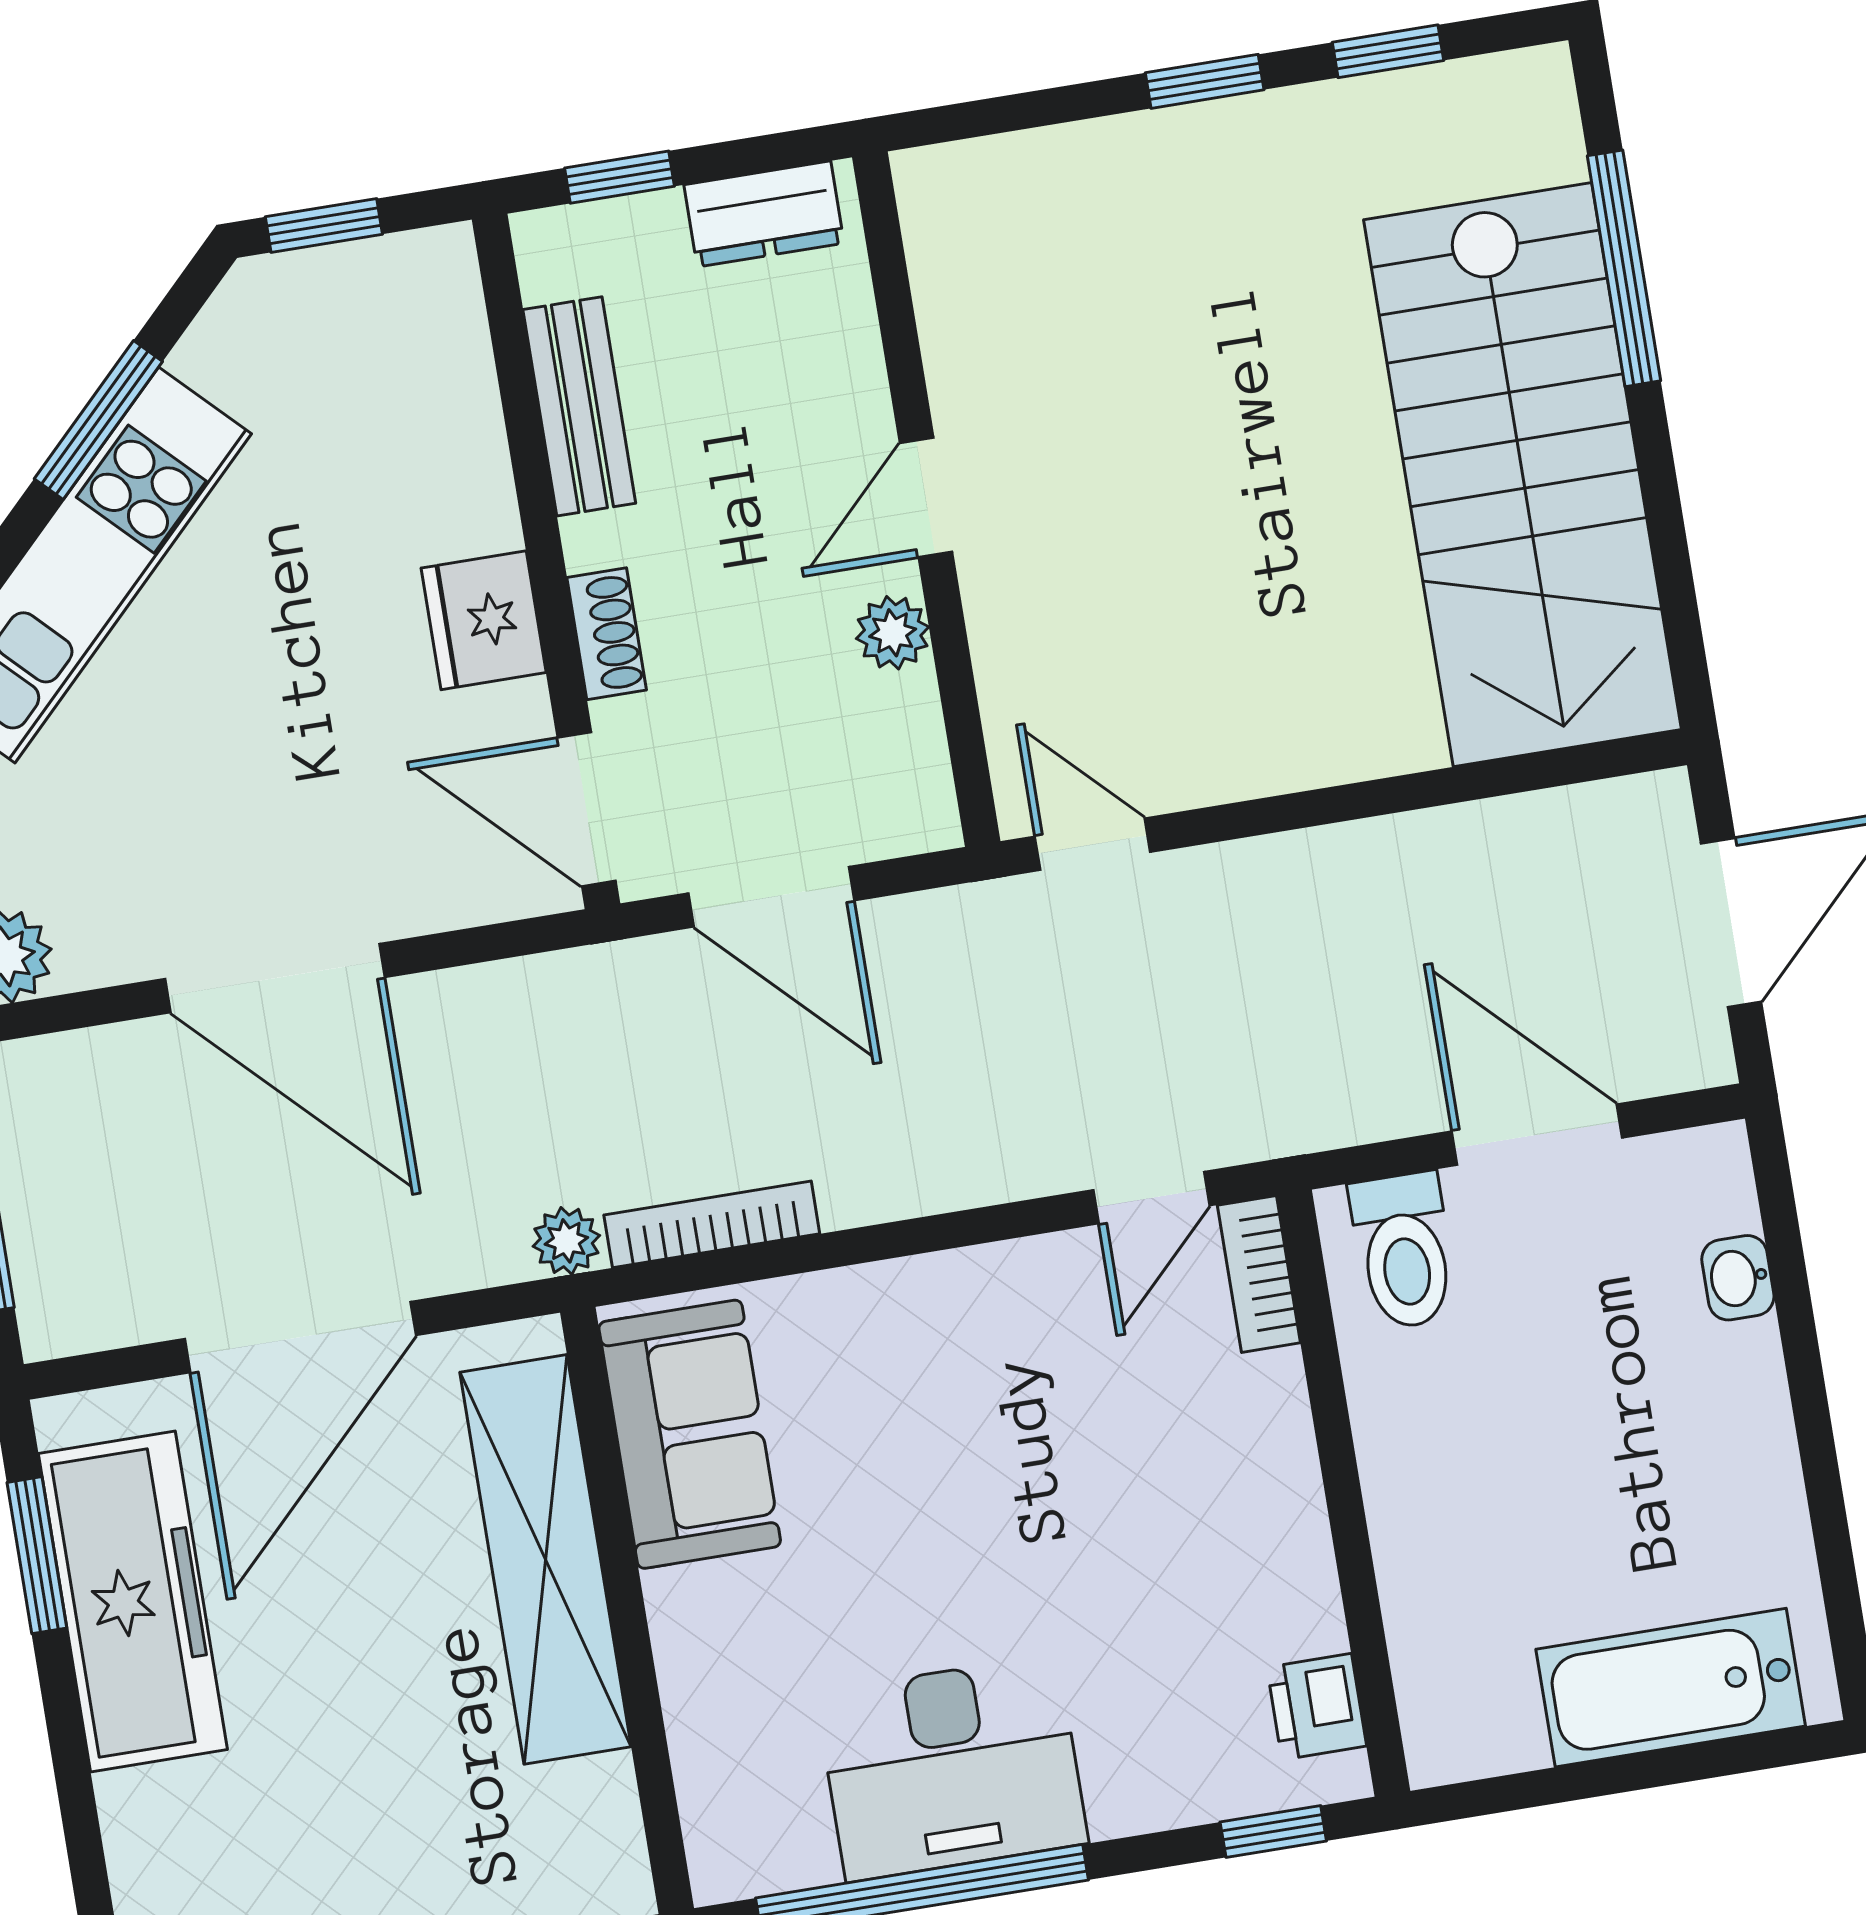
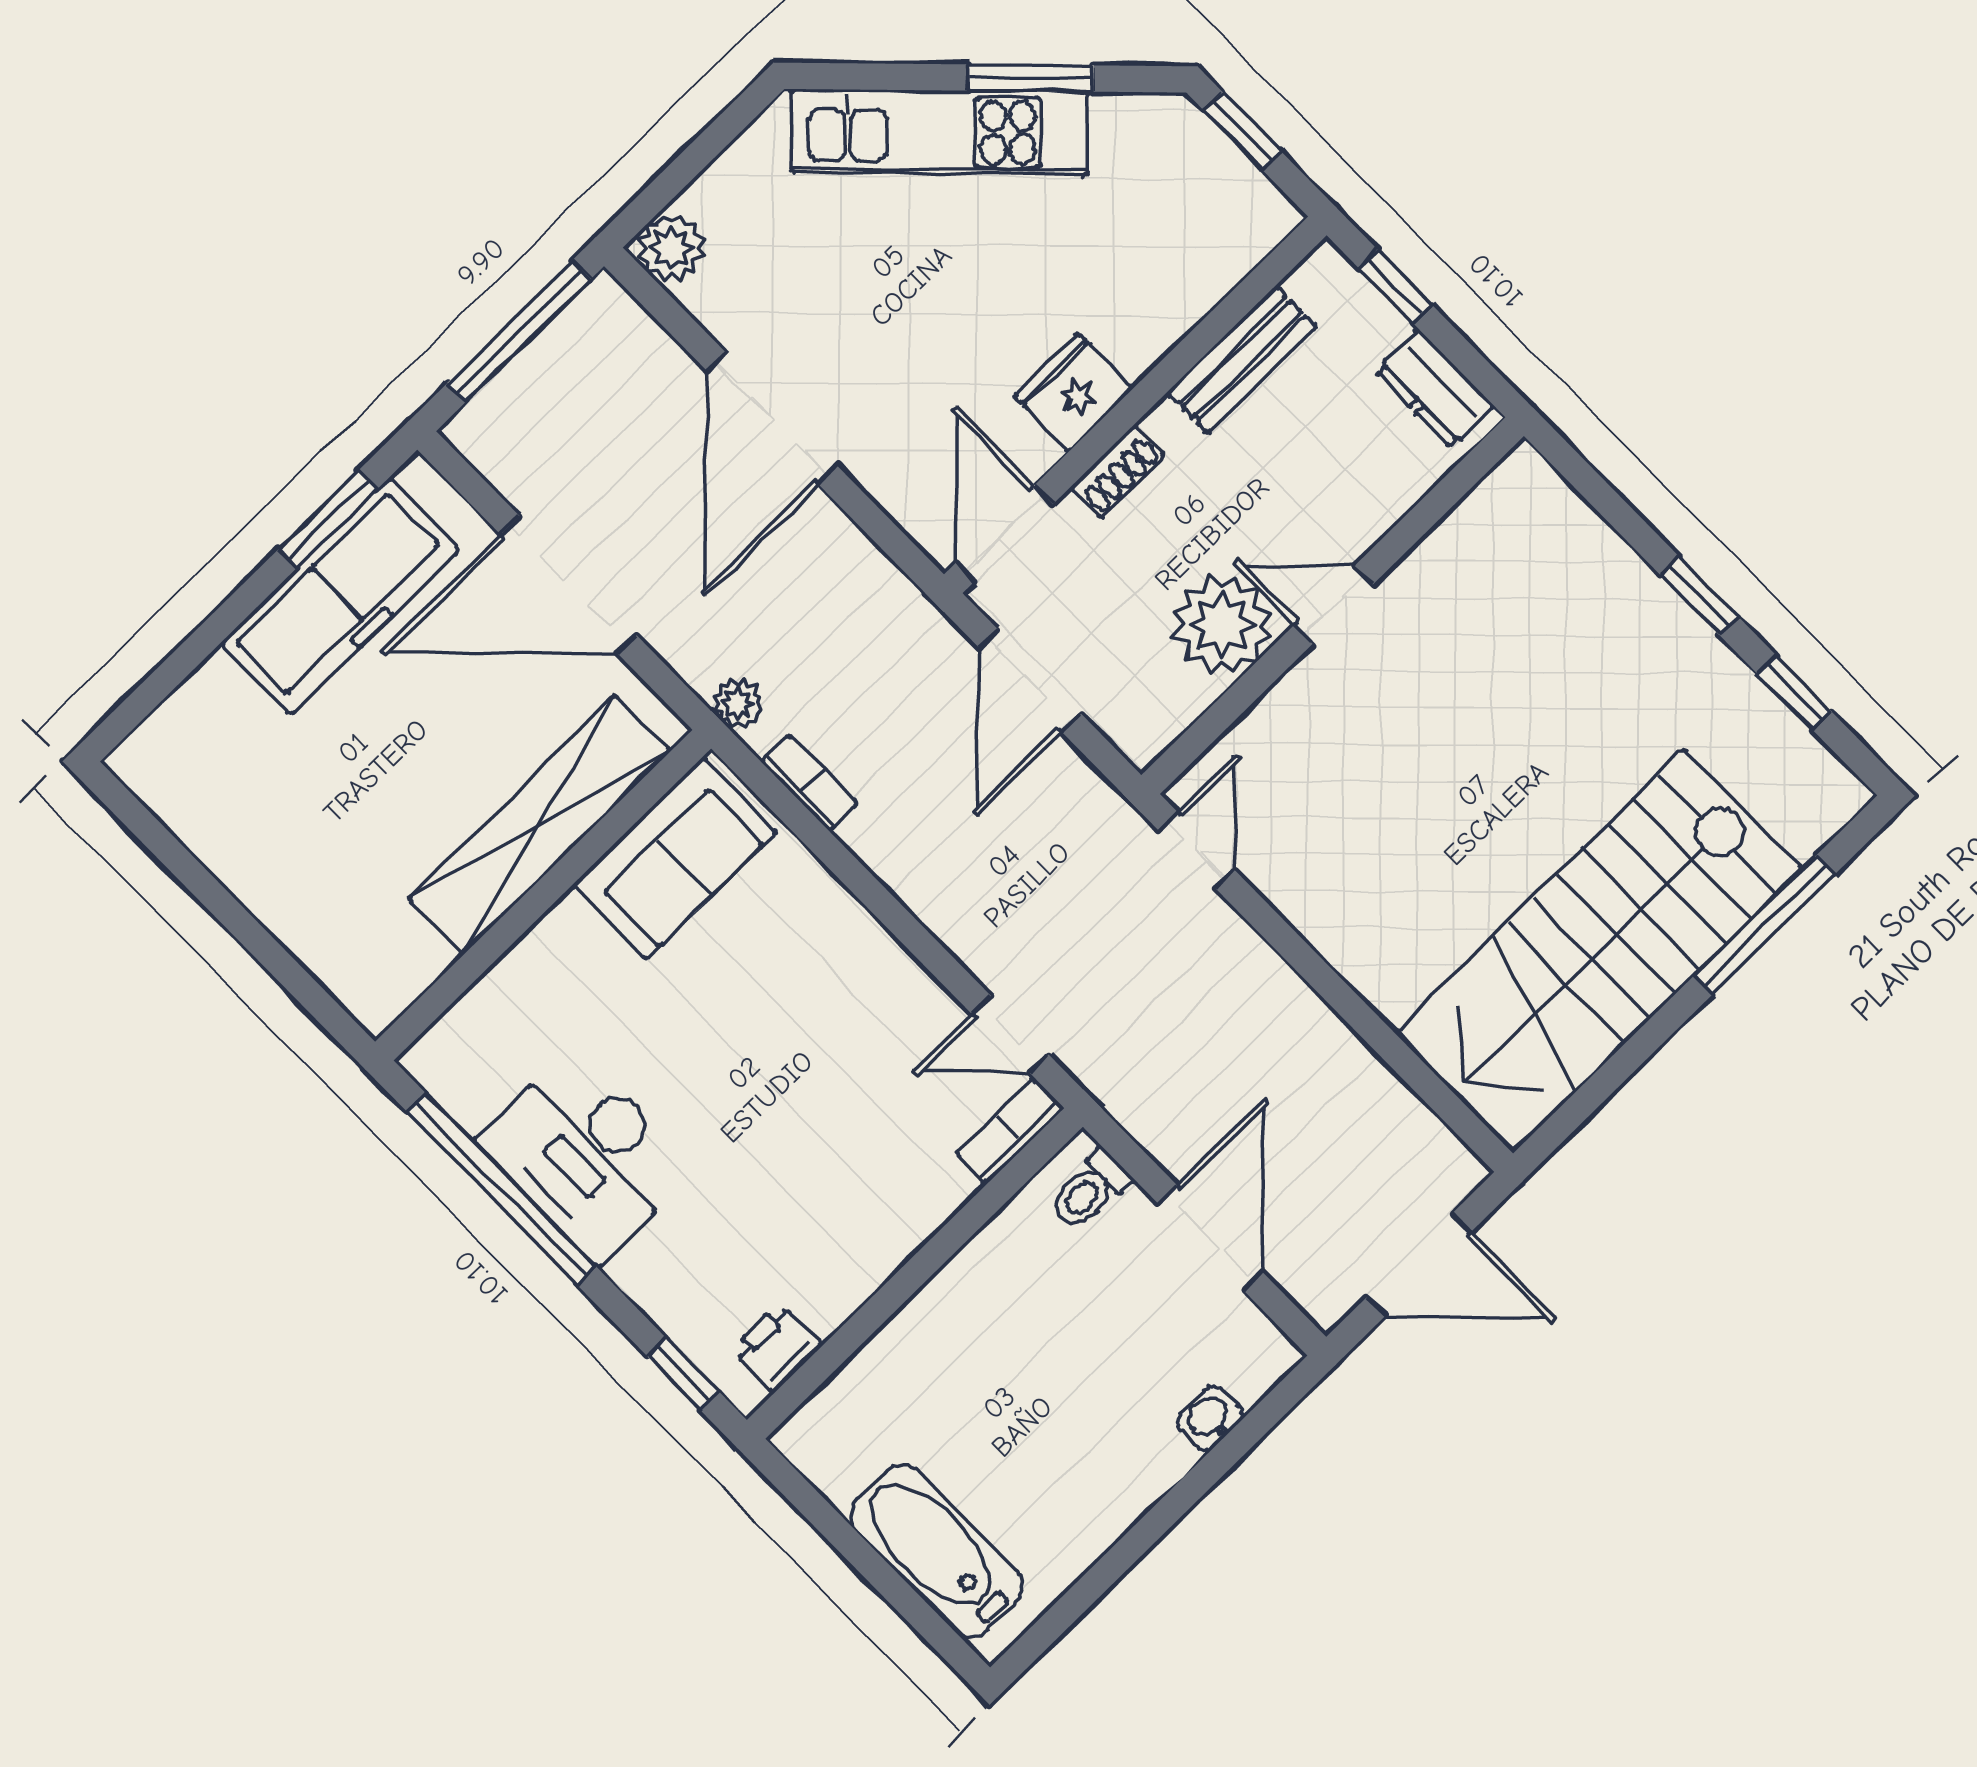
plant: (893, 633) -> (1222, 625), width x1.87, depth x1.87
bookcase: (712, 1224) -> (809, 783), width x0.64
toilet: (1404, 1251) -> (1090, 1190), width x0.73, depth x0.72

